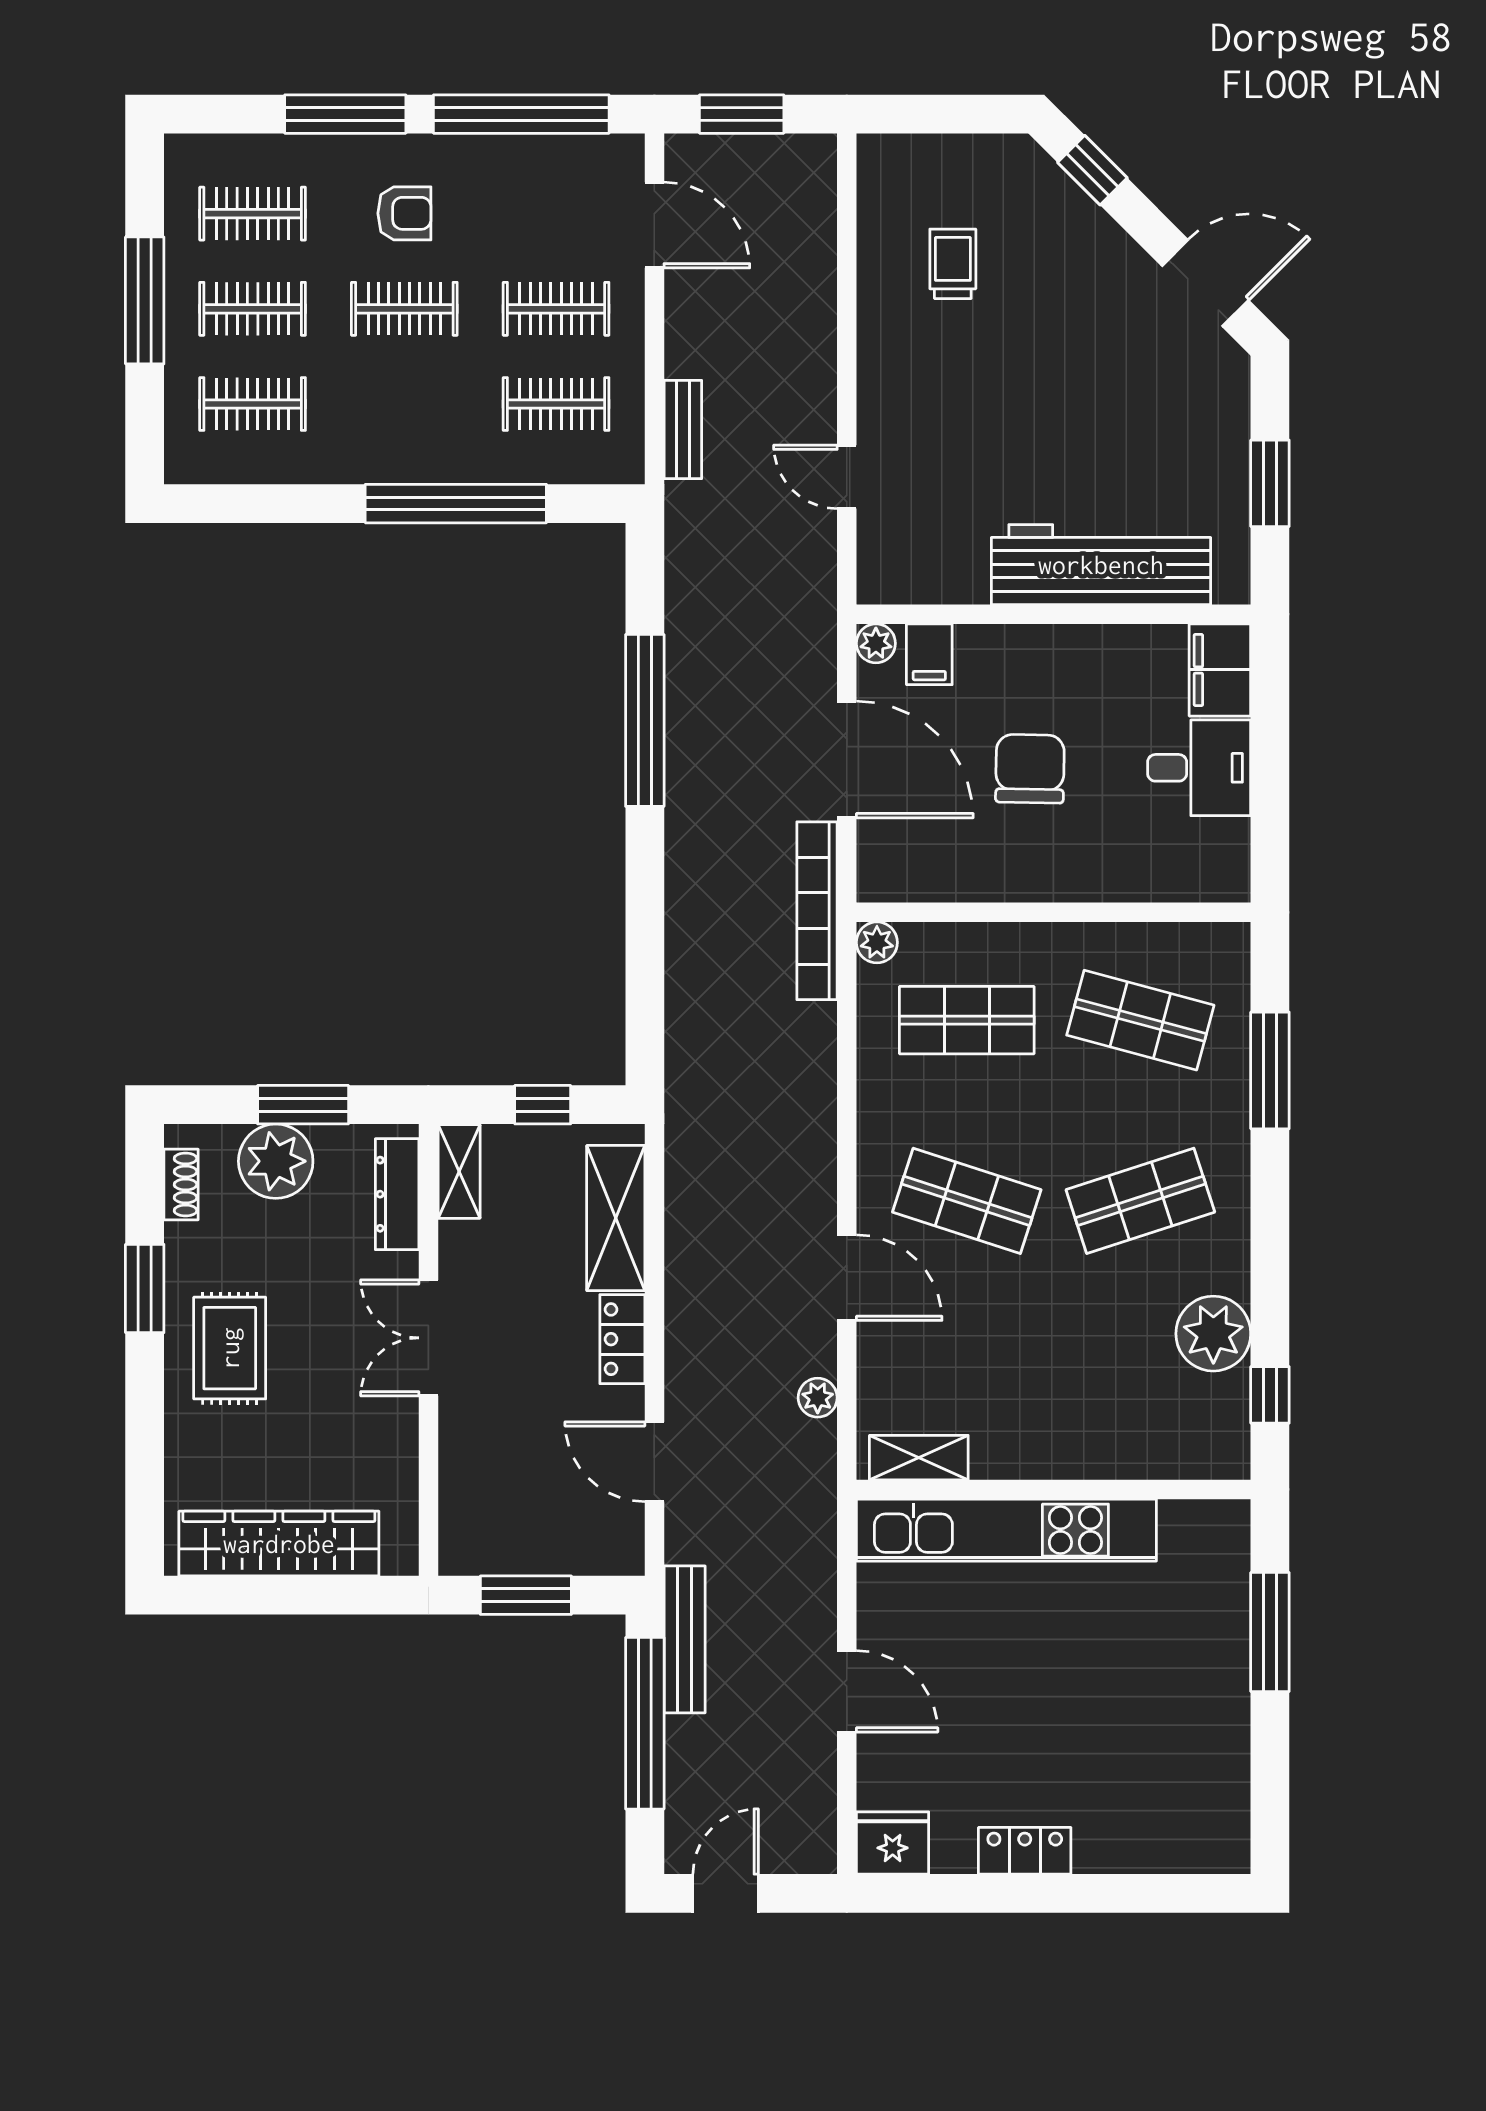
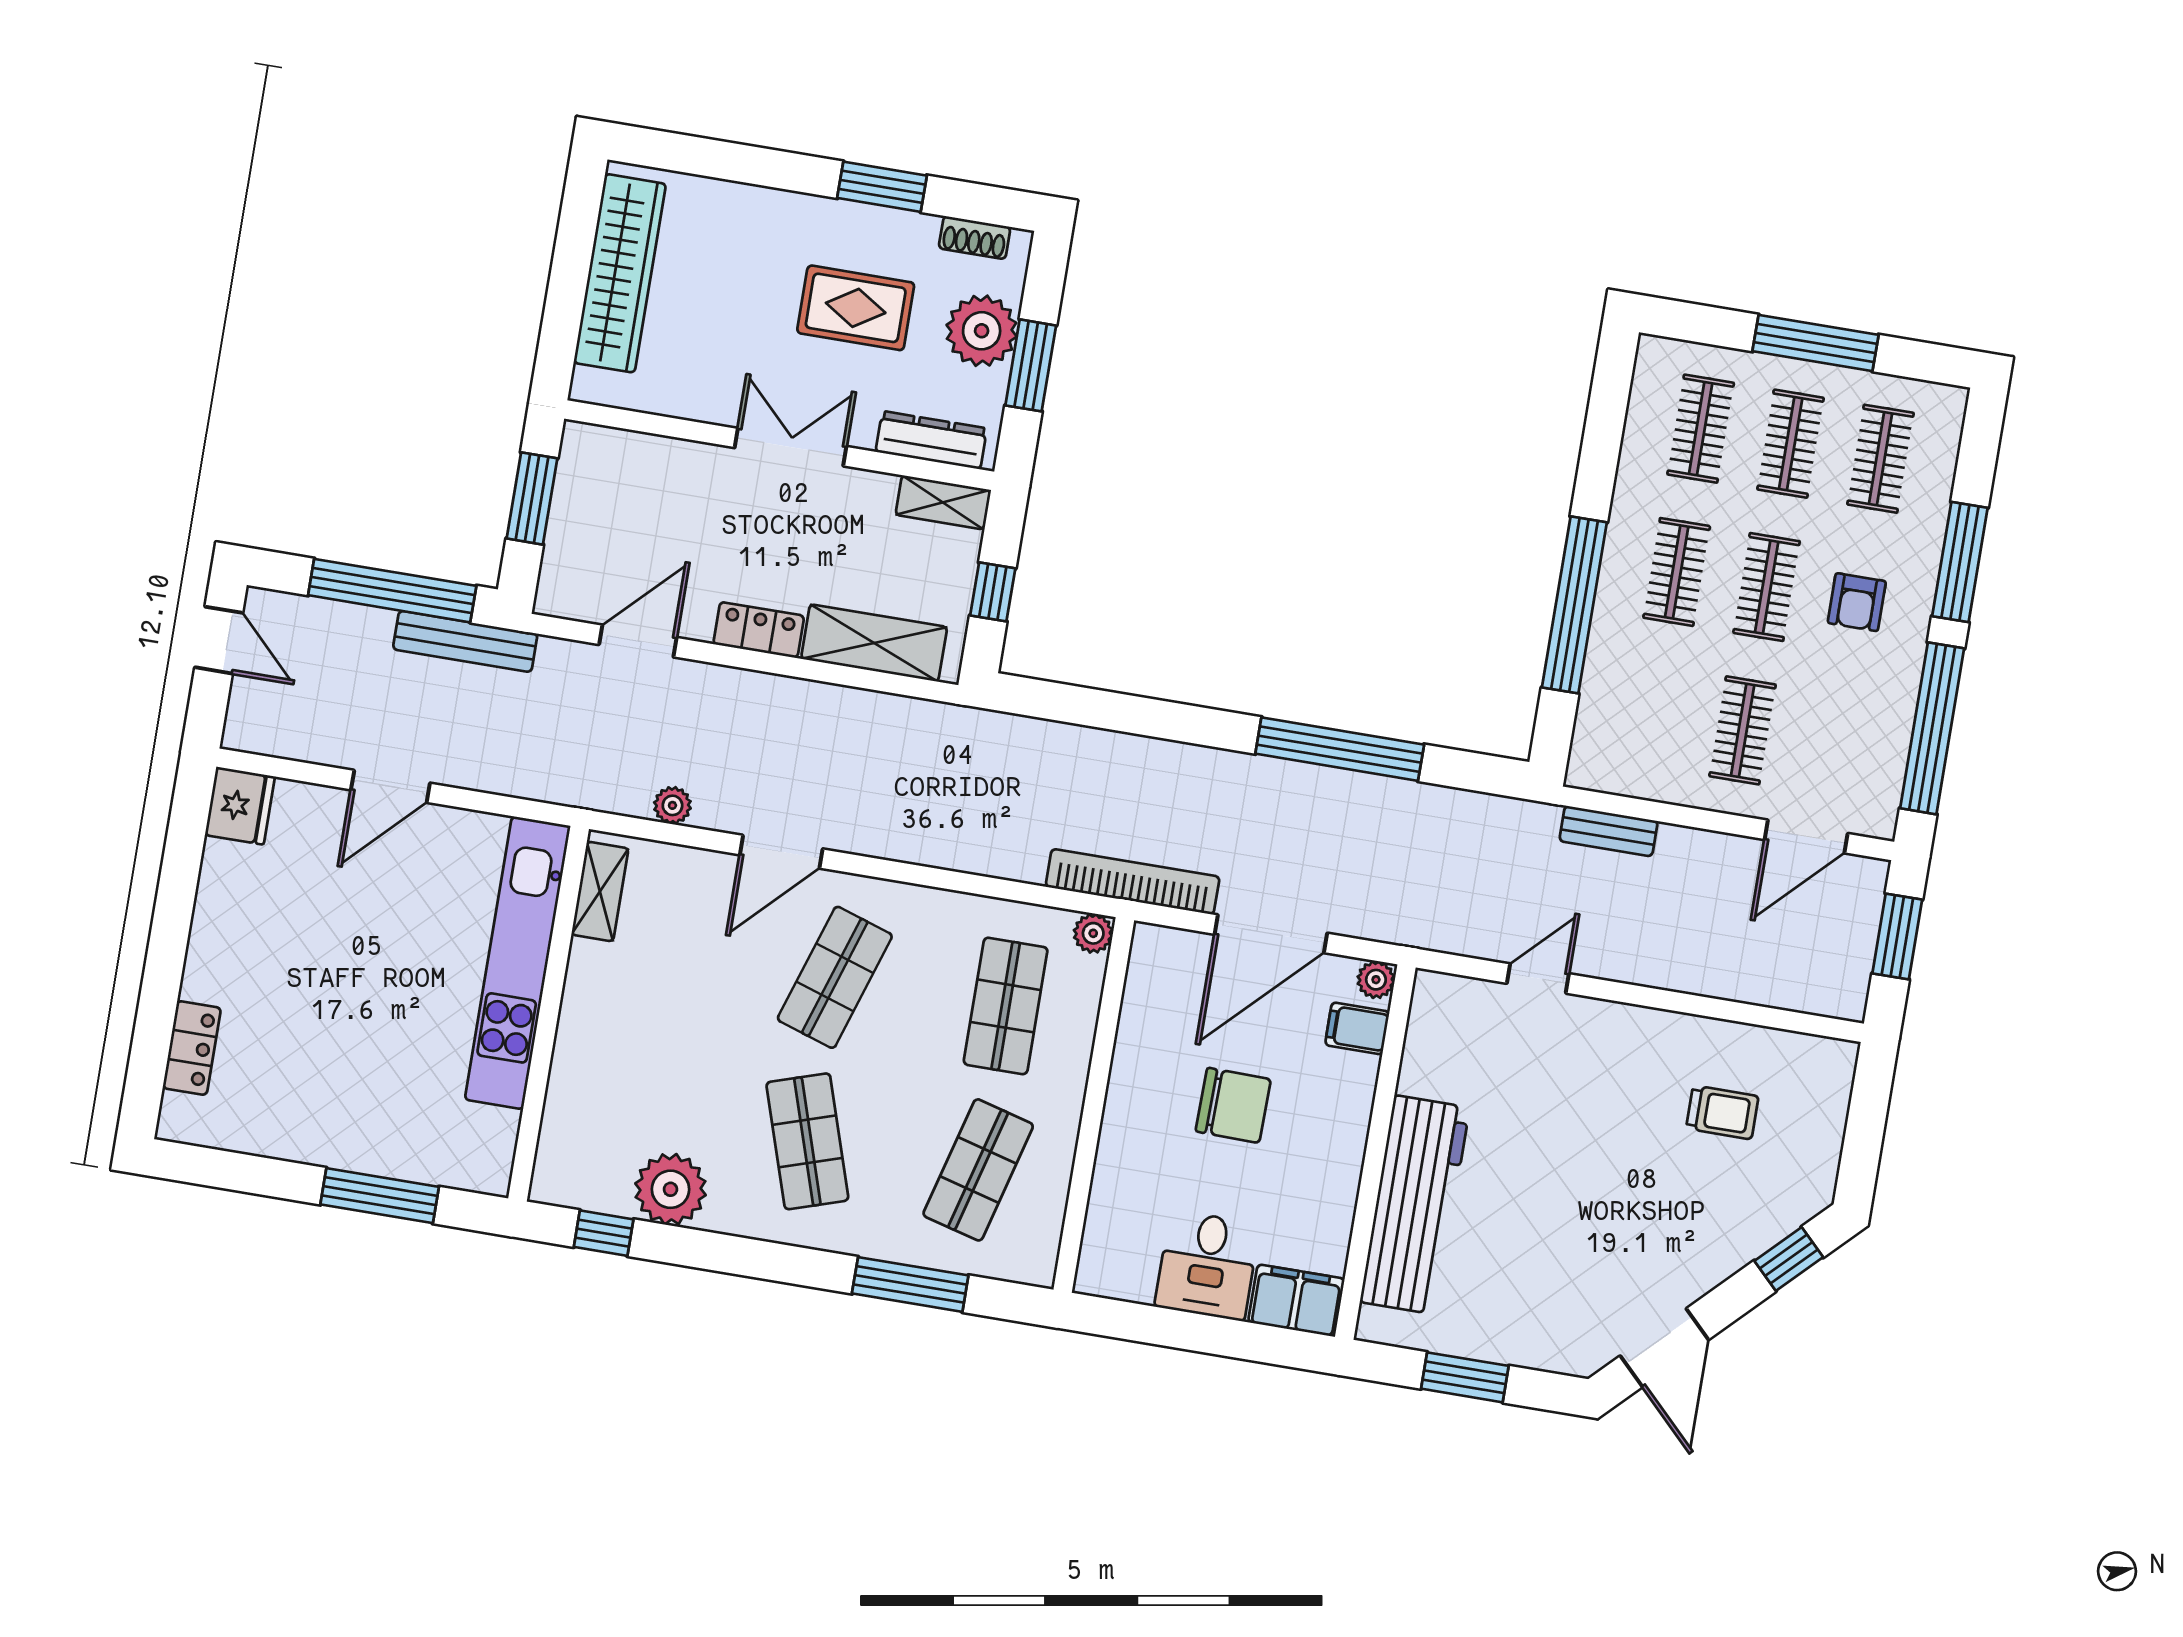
clothes rail: (556, 404) -> (1677, 572), moved
rug: (230, 1348) -> (856, 308), moved
locker: (1025, 1851) -> (192, 1048), moved

